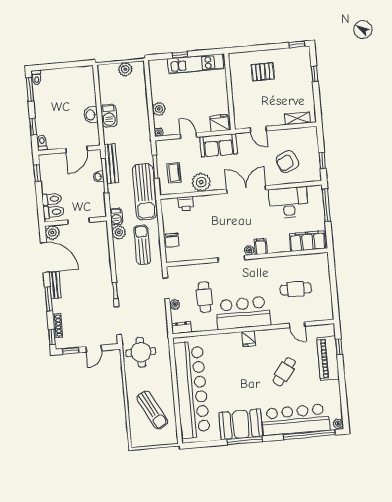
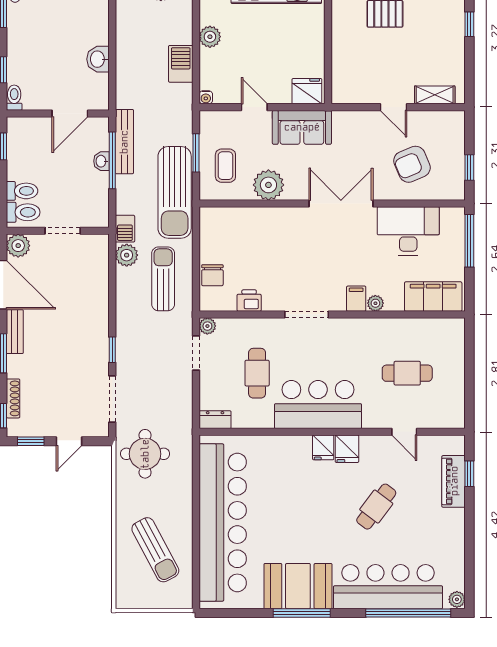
plant: (159, 109) -> (210, 37), moved
barbecue: (109, 116) -> (181, 64), moved, turned 180
door: (258, 129) -> (394, 107), moved
printer: (186, 203) -> (249, 301), moved, turned 180
plant: (249, 250) -> (375, 303), moved
plant: (175, 304) -> (207, 326), moved
fridge: (263, 338) -> (347, 449), added
piano: (328, 358) -> (454, 481), width x0.73, depth x0.75

